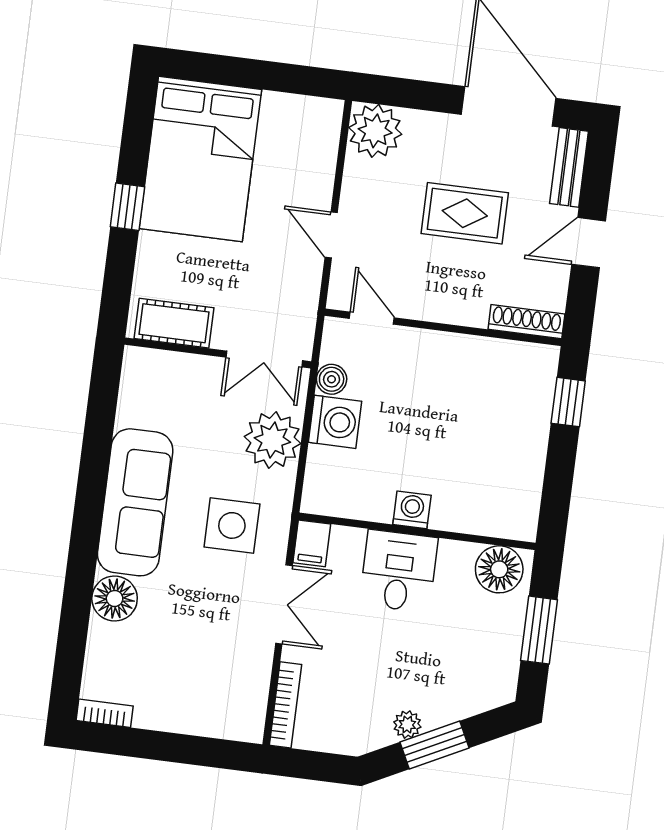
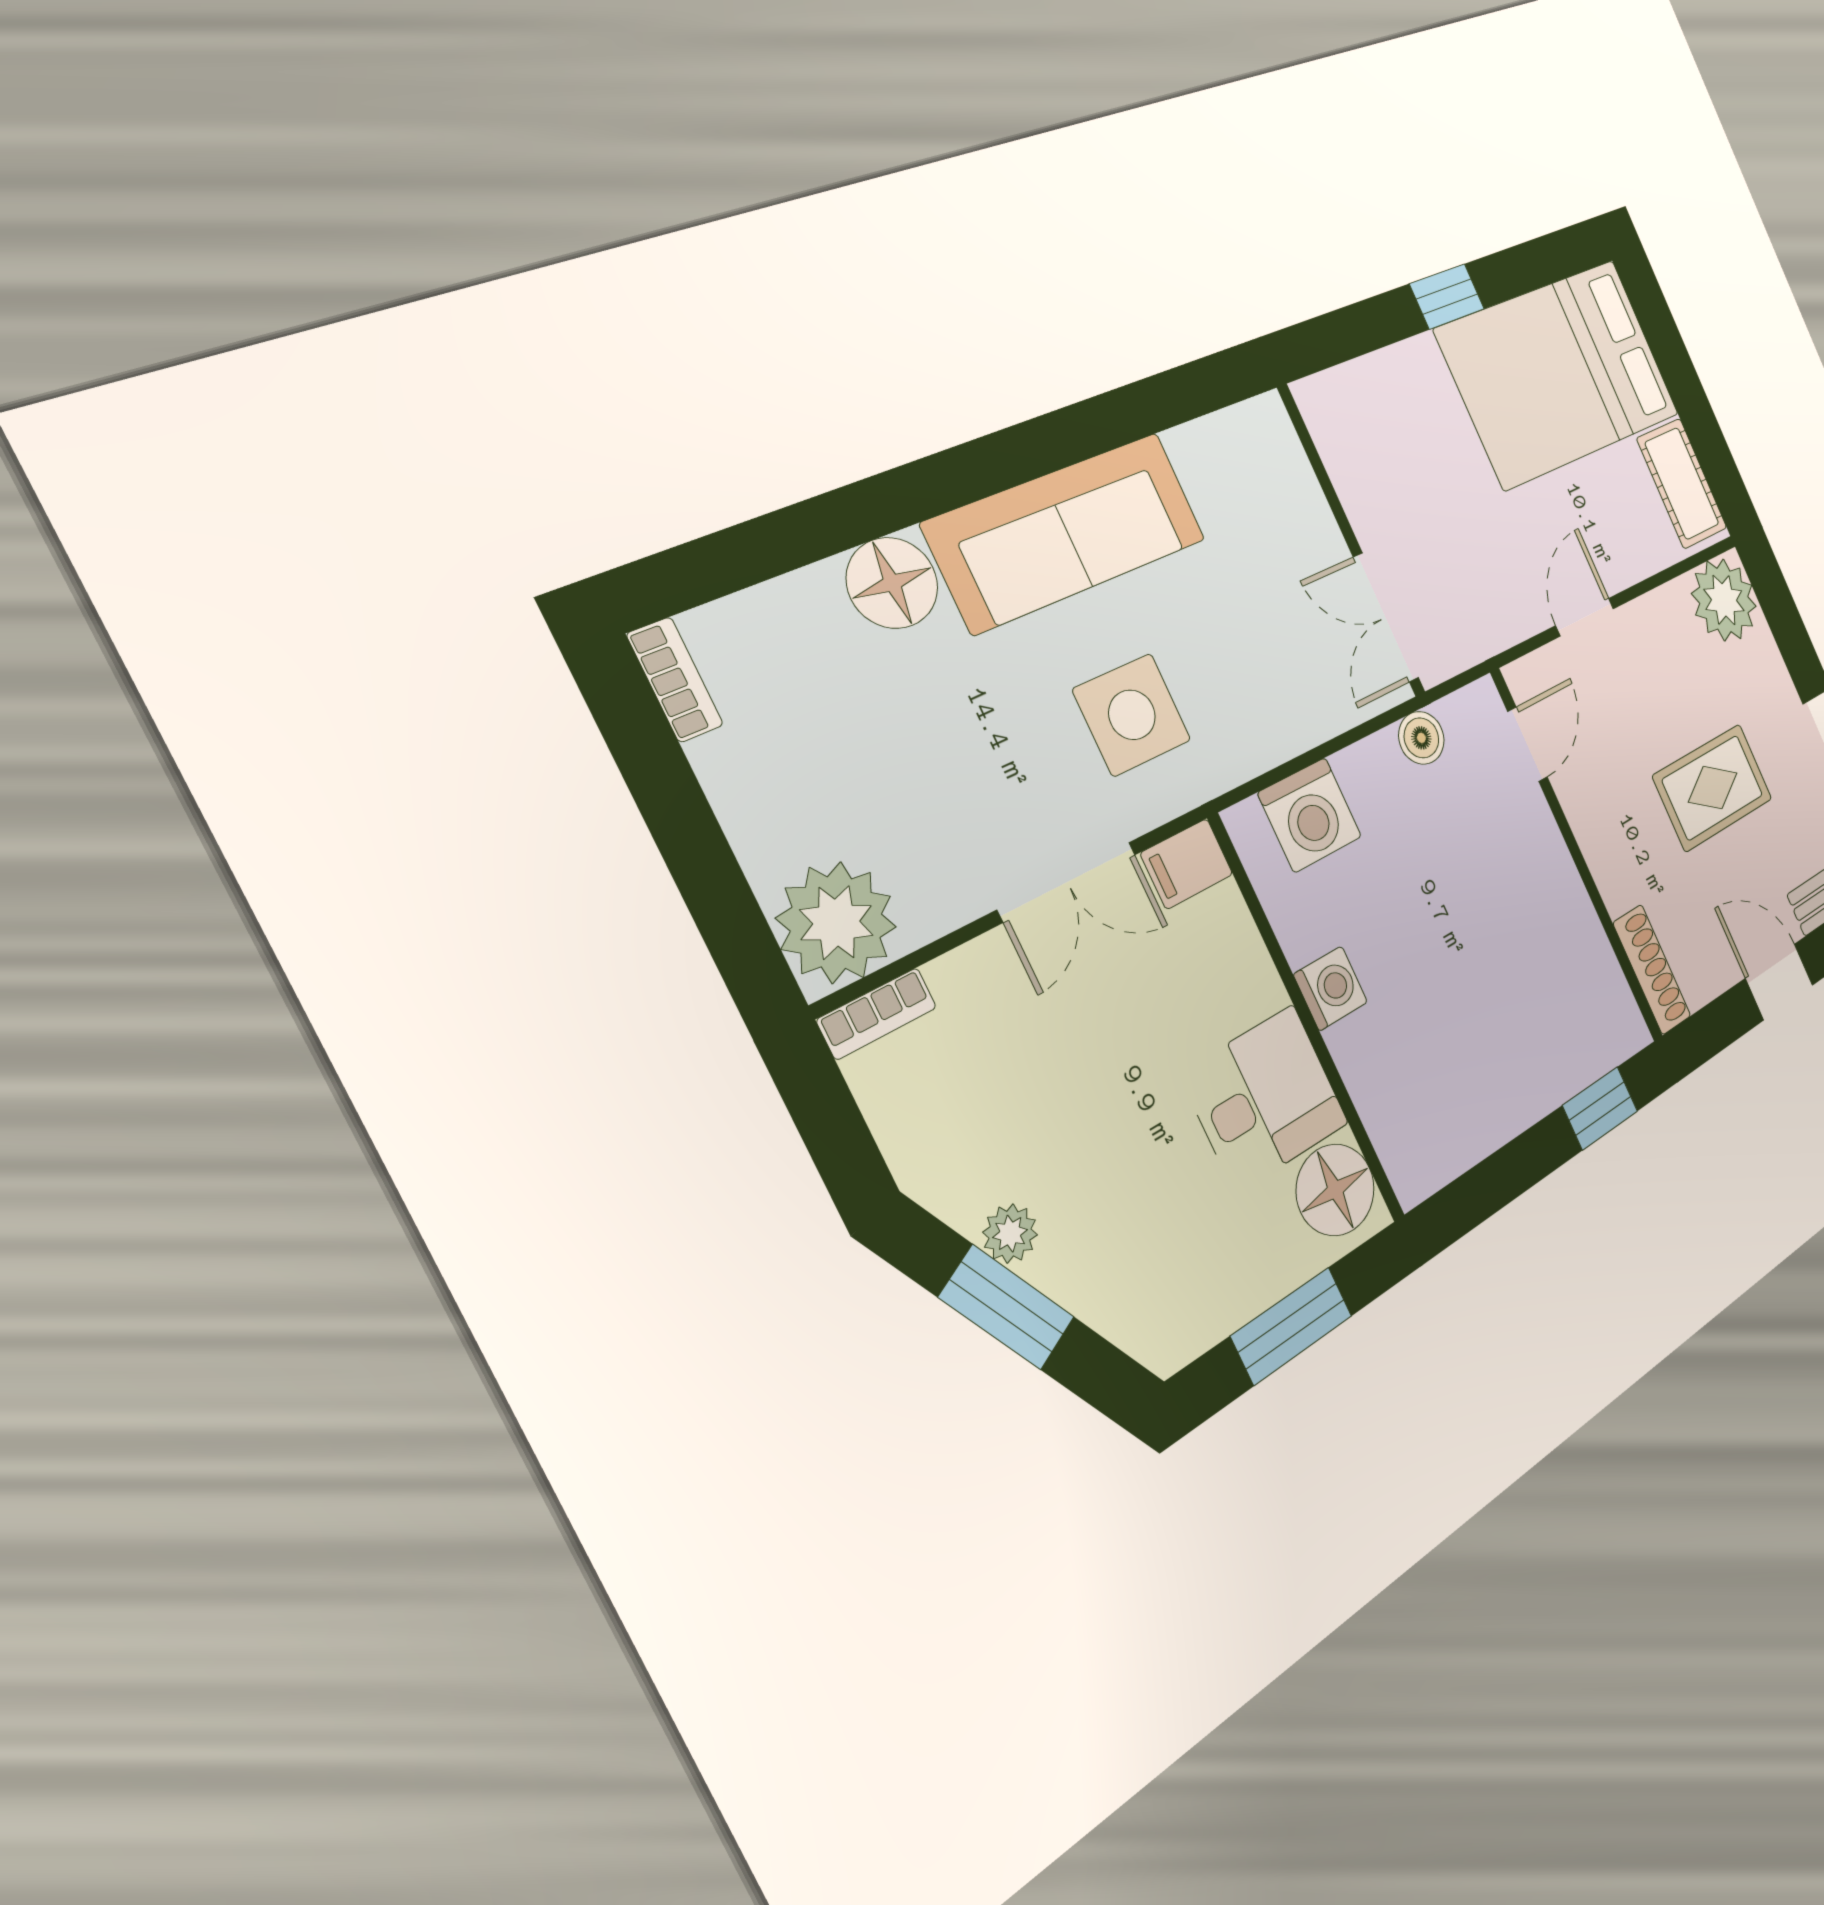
rug: (465, 213) -> (1713, 788), turned 90
cot: (174, 323) -> (1682, 483), moved
washing machine: (335, 422) -> (1310, 815), moved
plant: (272, 440) -> (836, 923), moved
desk: (399, 571) -> (1265, 1098), moved
bookcase: (286, 705) -> (877, 1014), width x0.64

